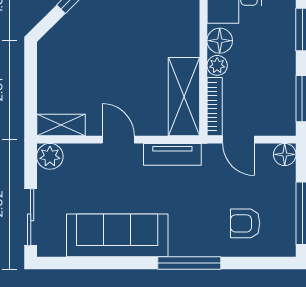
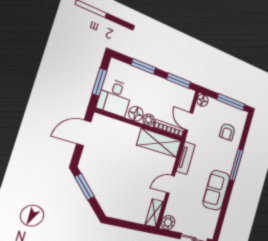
door: (239, 140) -> (189, 121), swing flipped
sofa: (117, 235) -> (216, 190), width x0.73

